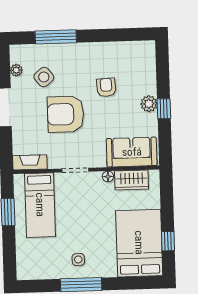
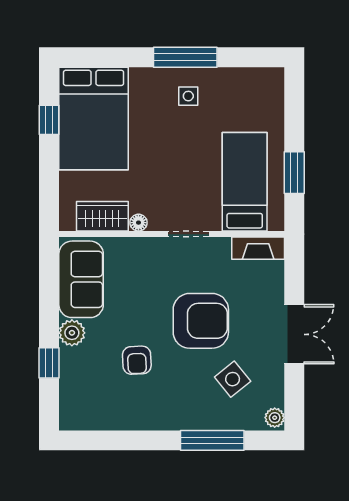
plant: (16, 70) -> (275, 418), moved
window: (164, 109) -> (49, 363), moved
sofa: (132, 152) -> (81, 279), moved, turned -90

